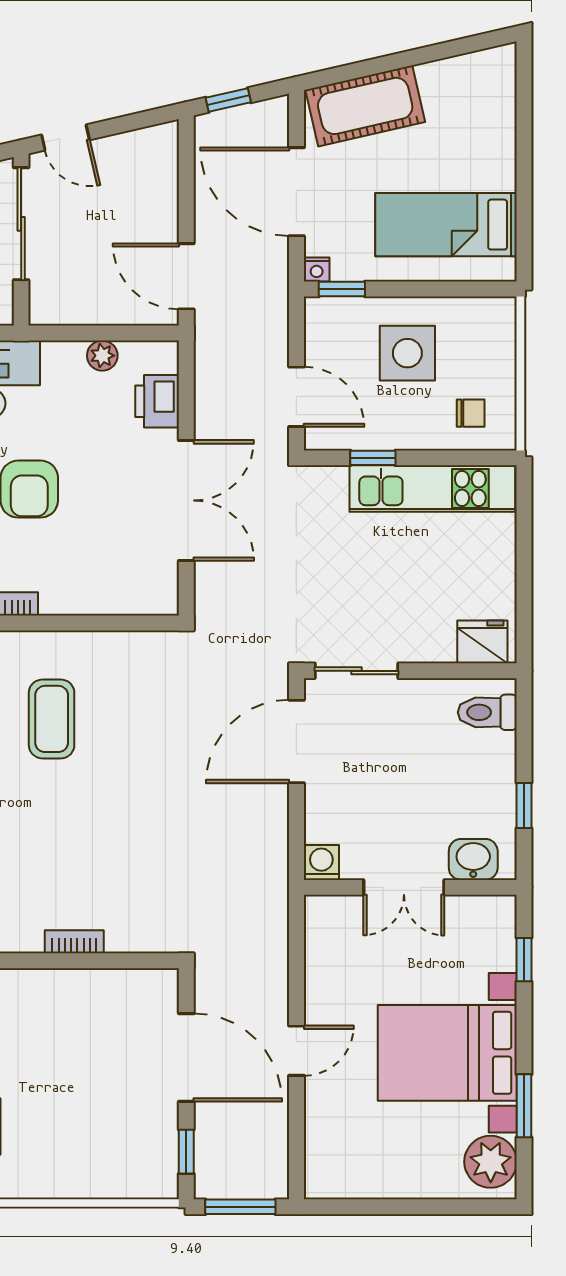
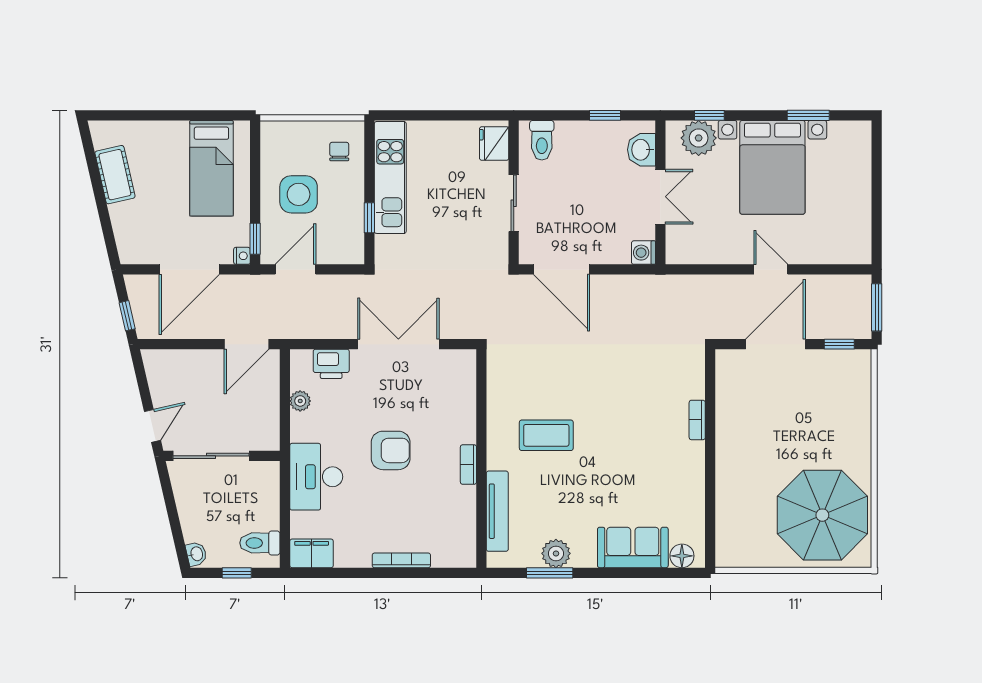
cot: (365, 106) -> (115, 175), moved, width x0.73, depth x0.75
door: (296, 397) -> (295, 269), moved
sliding door: (357, 671) -> (514, 203), moved
plant: (491, 1162) -> (699, 138), moved

